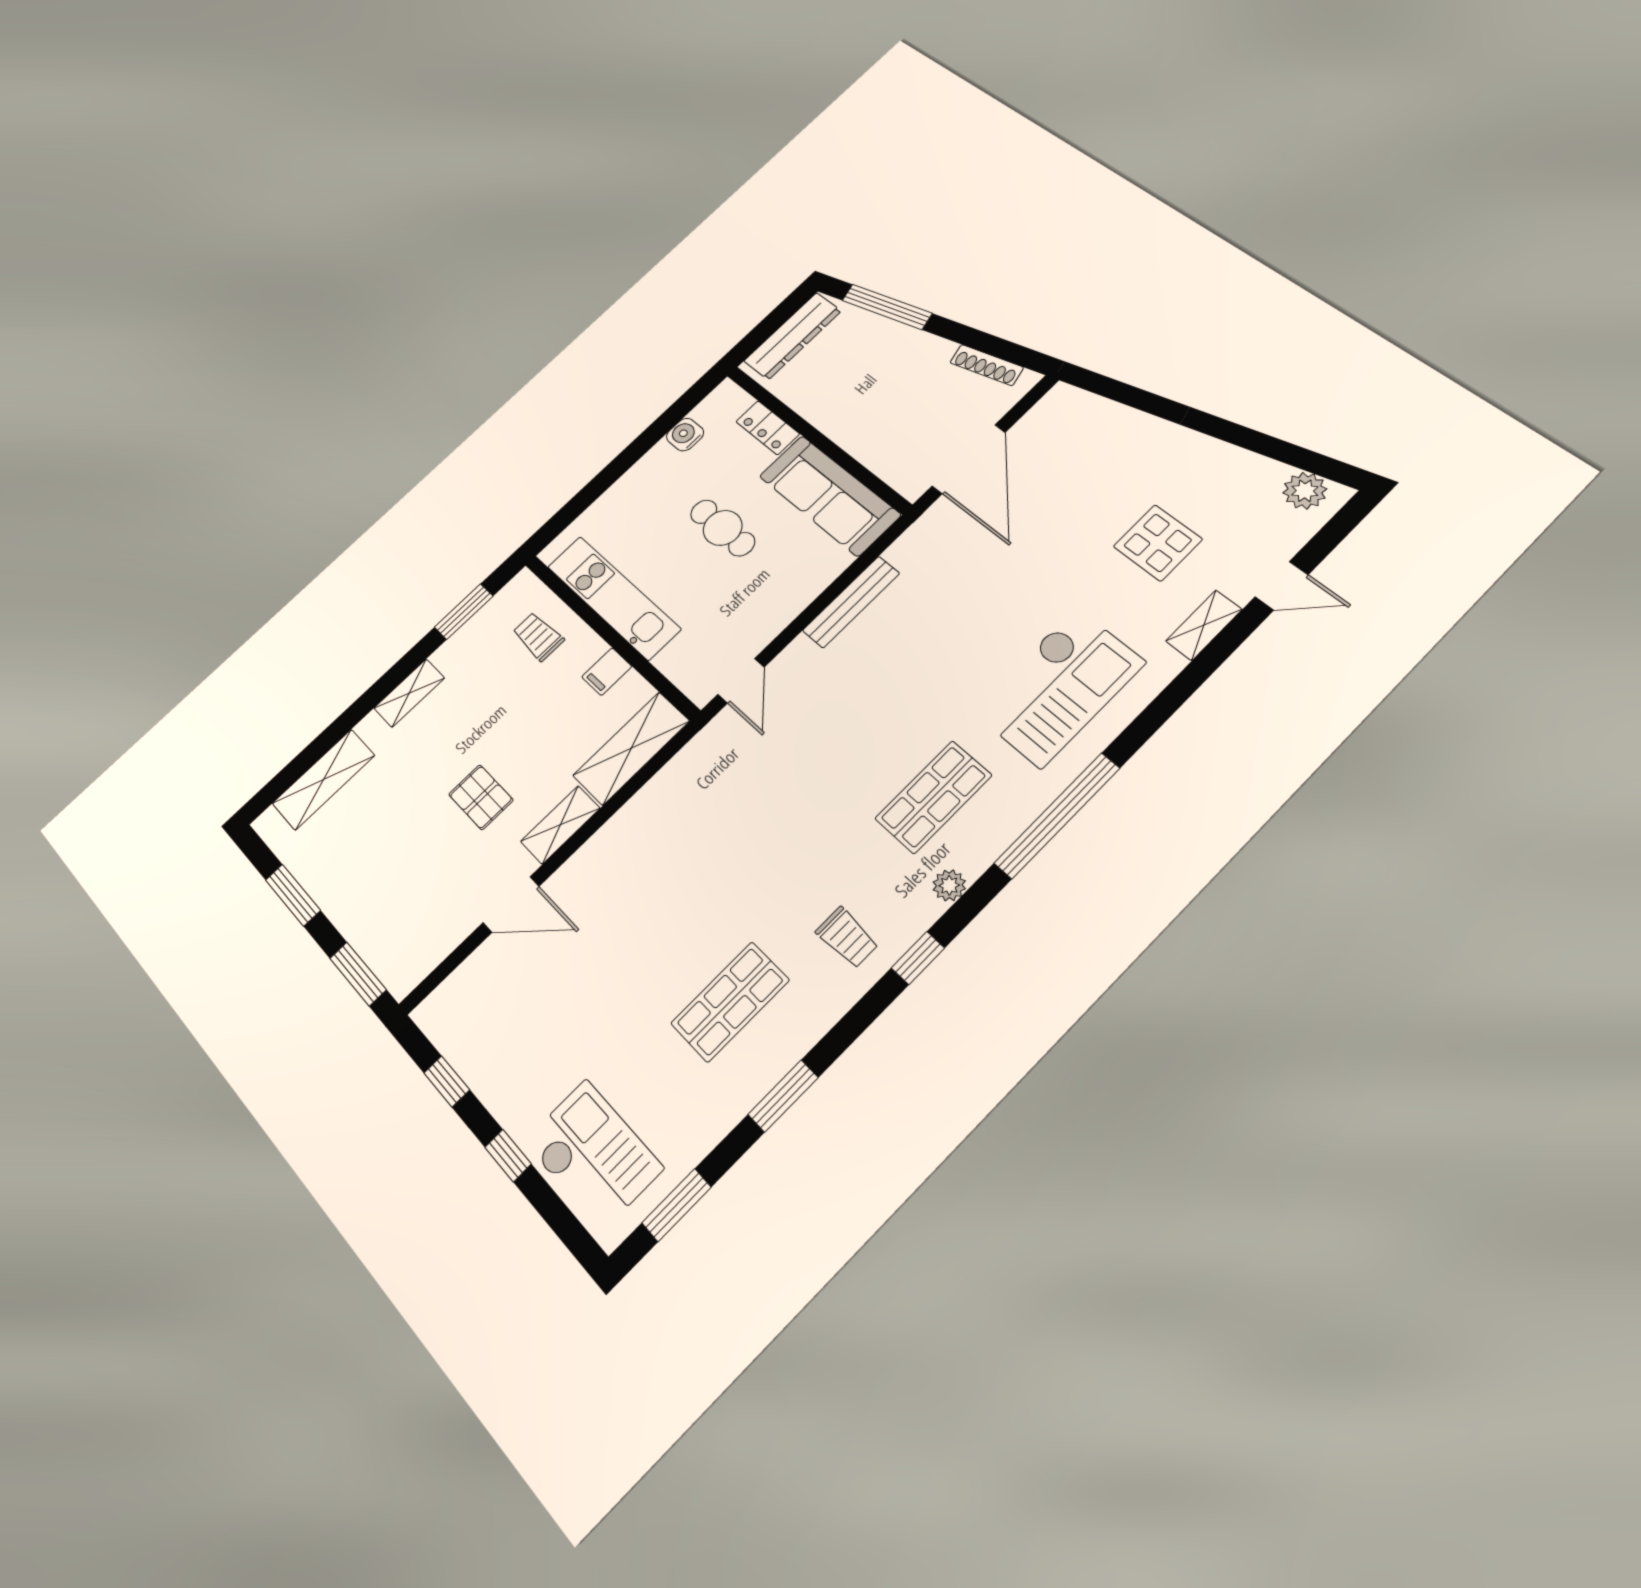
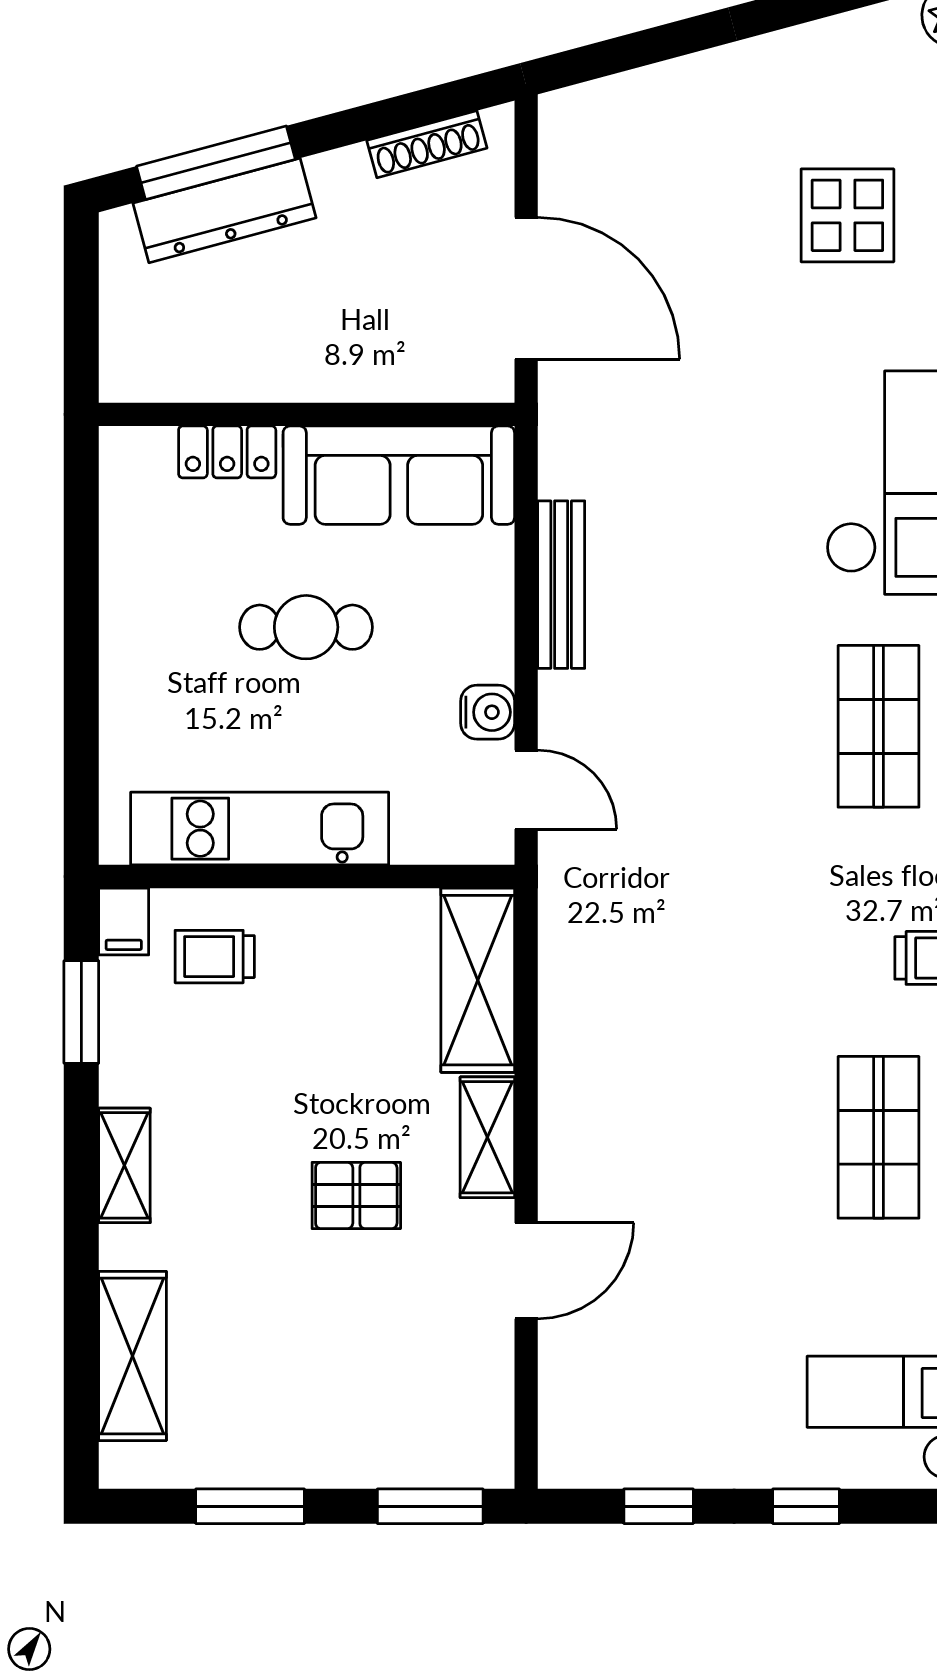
dresser: (793, 336) -> (224, 210), moved, turned 75
water cooler: (685, 435) -> (488, 712), moved, turned 180
filing cabinet: (607, 672) -> (124, 921), moved

